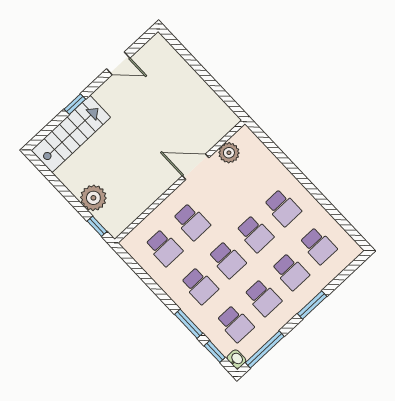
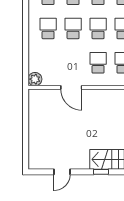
door: (118, 63) -> (62, 172), swing flipped
plant: (229, 153) -> (35, 79), moved

